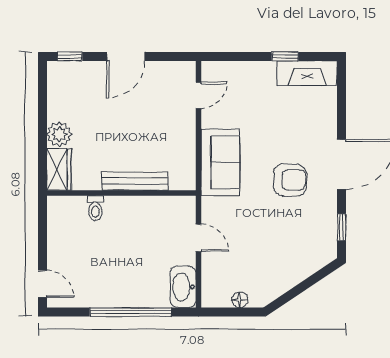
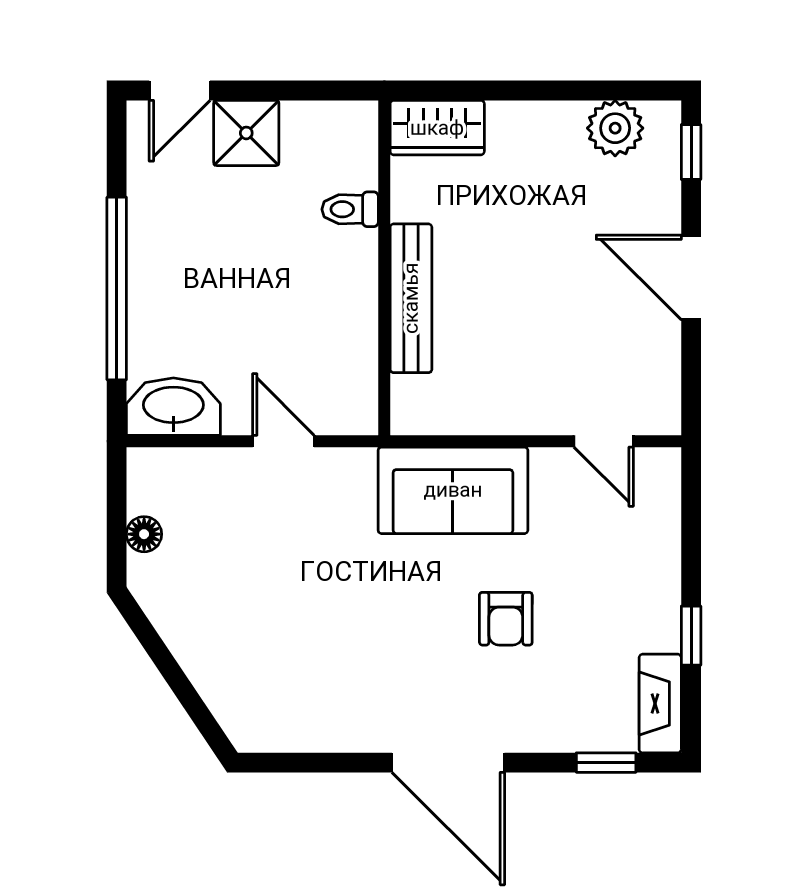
fireplace: (307, 73) -> (660, 703), width x0.73, depth x0.76
plant: (59, 134) -> (615, 128), moved
armchair: (290, 180) -> (506, 619), moved, width x0.72, depth x0.72
window: (341, 227) -> (606, 763), moved
door: (198, 238) -> (283, 441), swing flipped
shower: (61, 254) -> (246, 133), added

